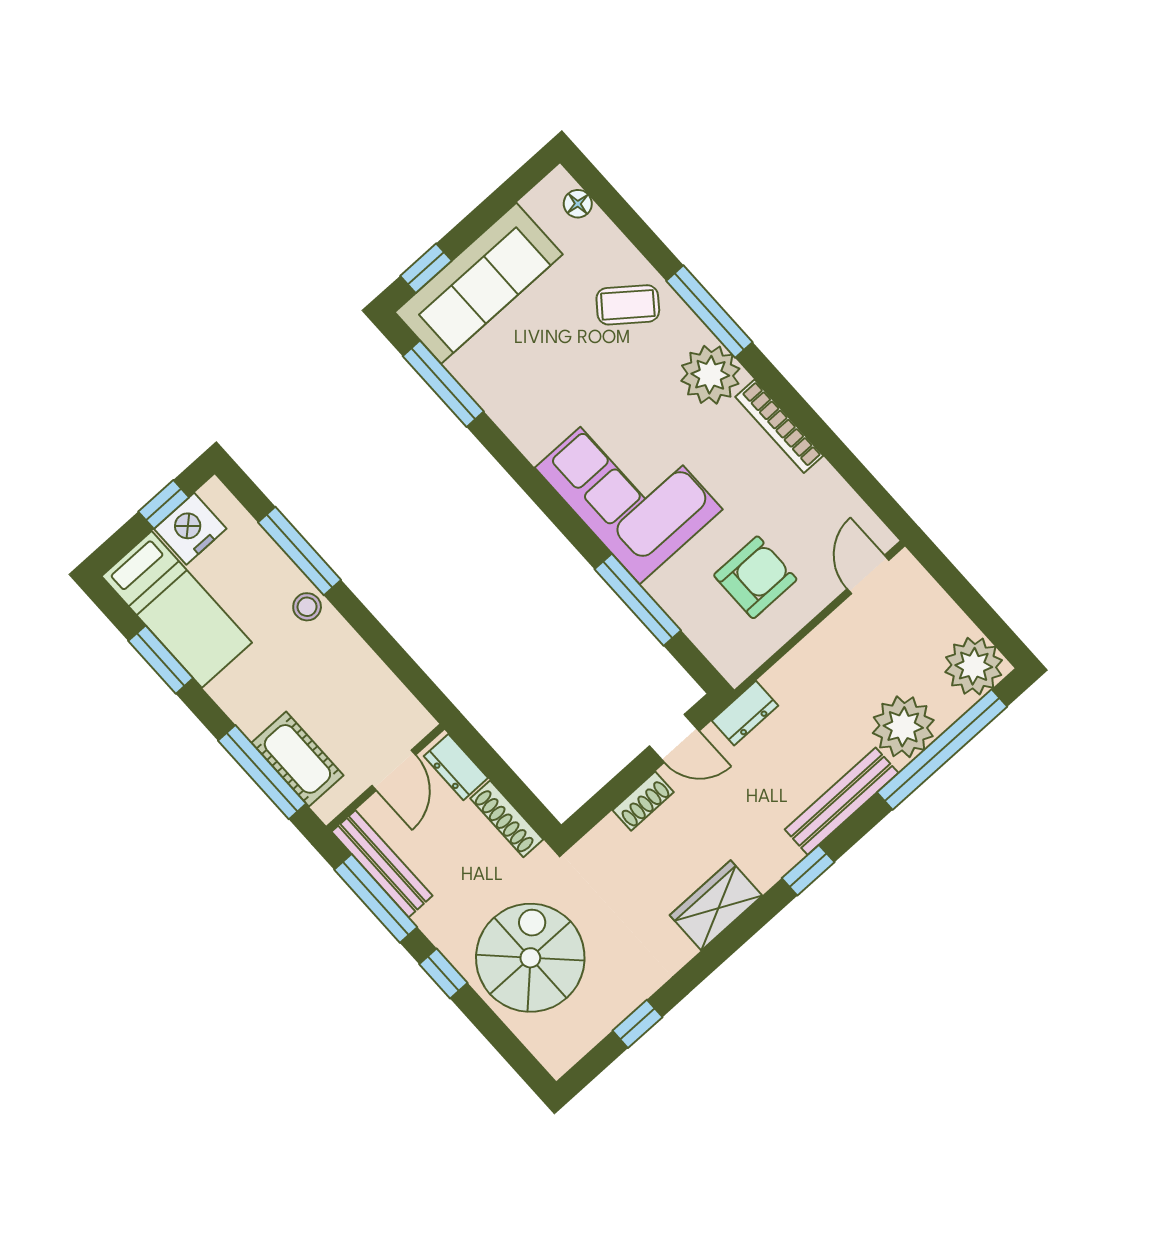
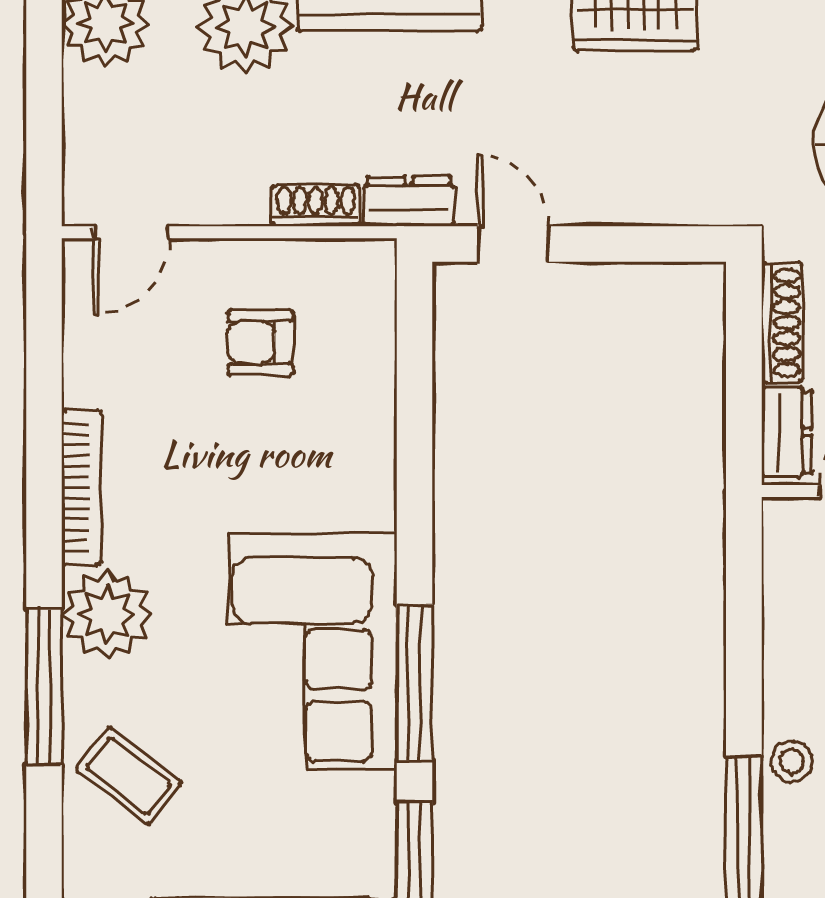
corner sofa: (629, 489) -> (313, 652), moved
armchair: (755, 577) -> (260, 343), width x0.72, depth x0.72
window: (638, 600) -> (415, 683), moved
shoe rack: (643, 801) -> (316, 205), moved

